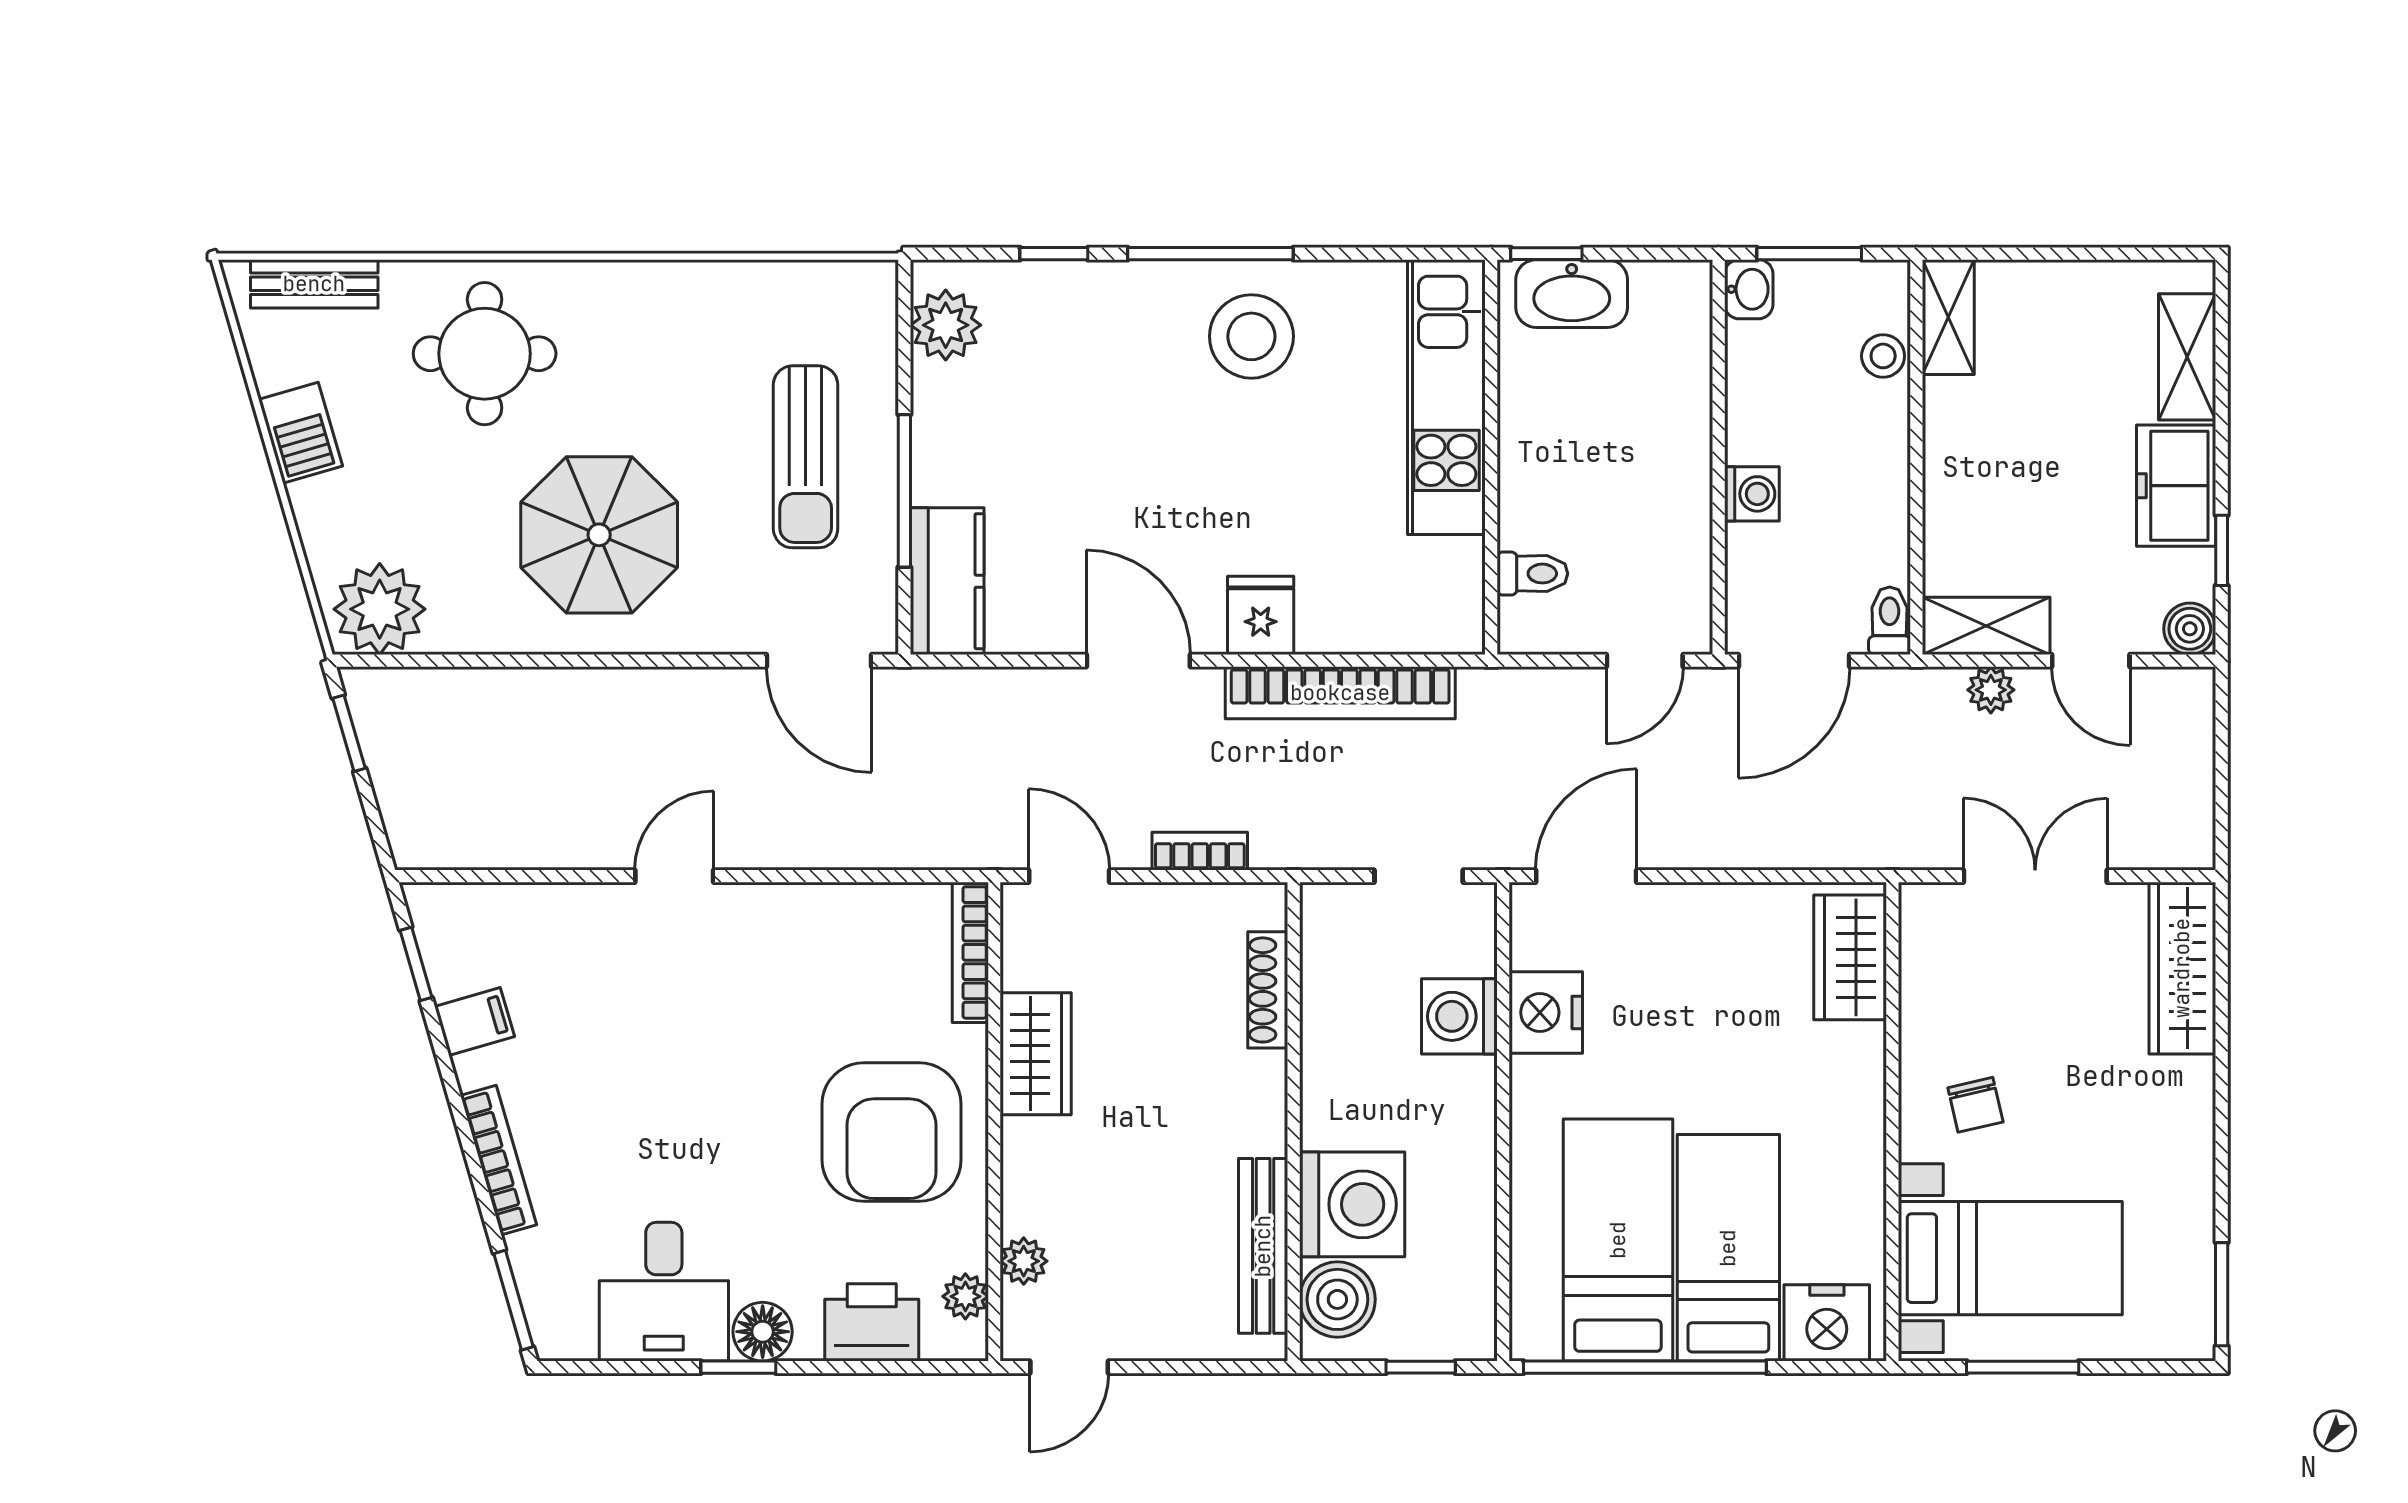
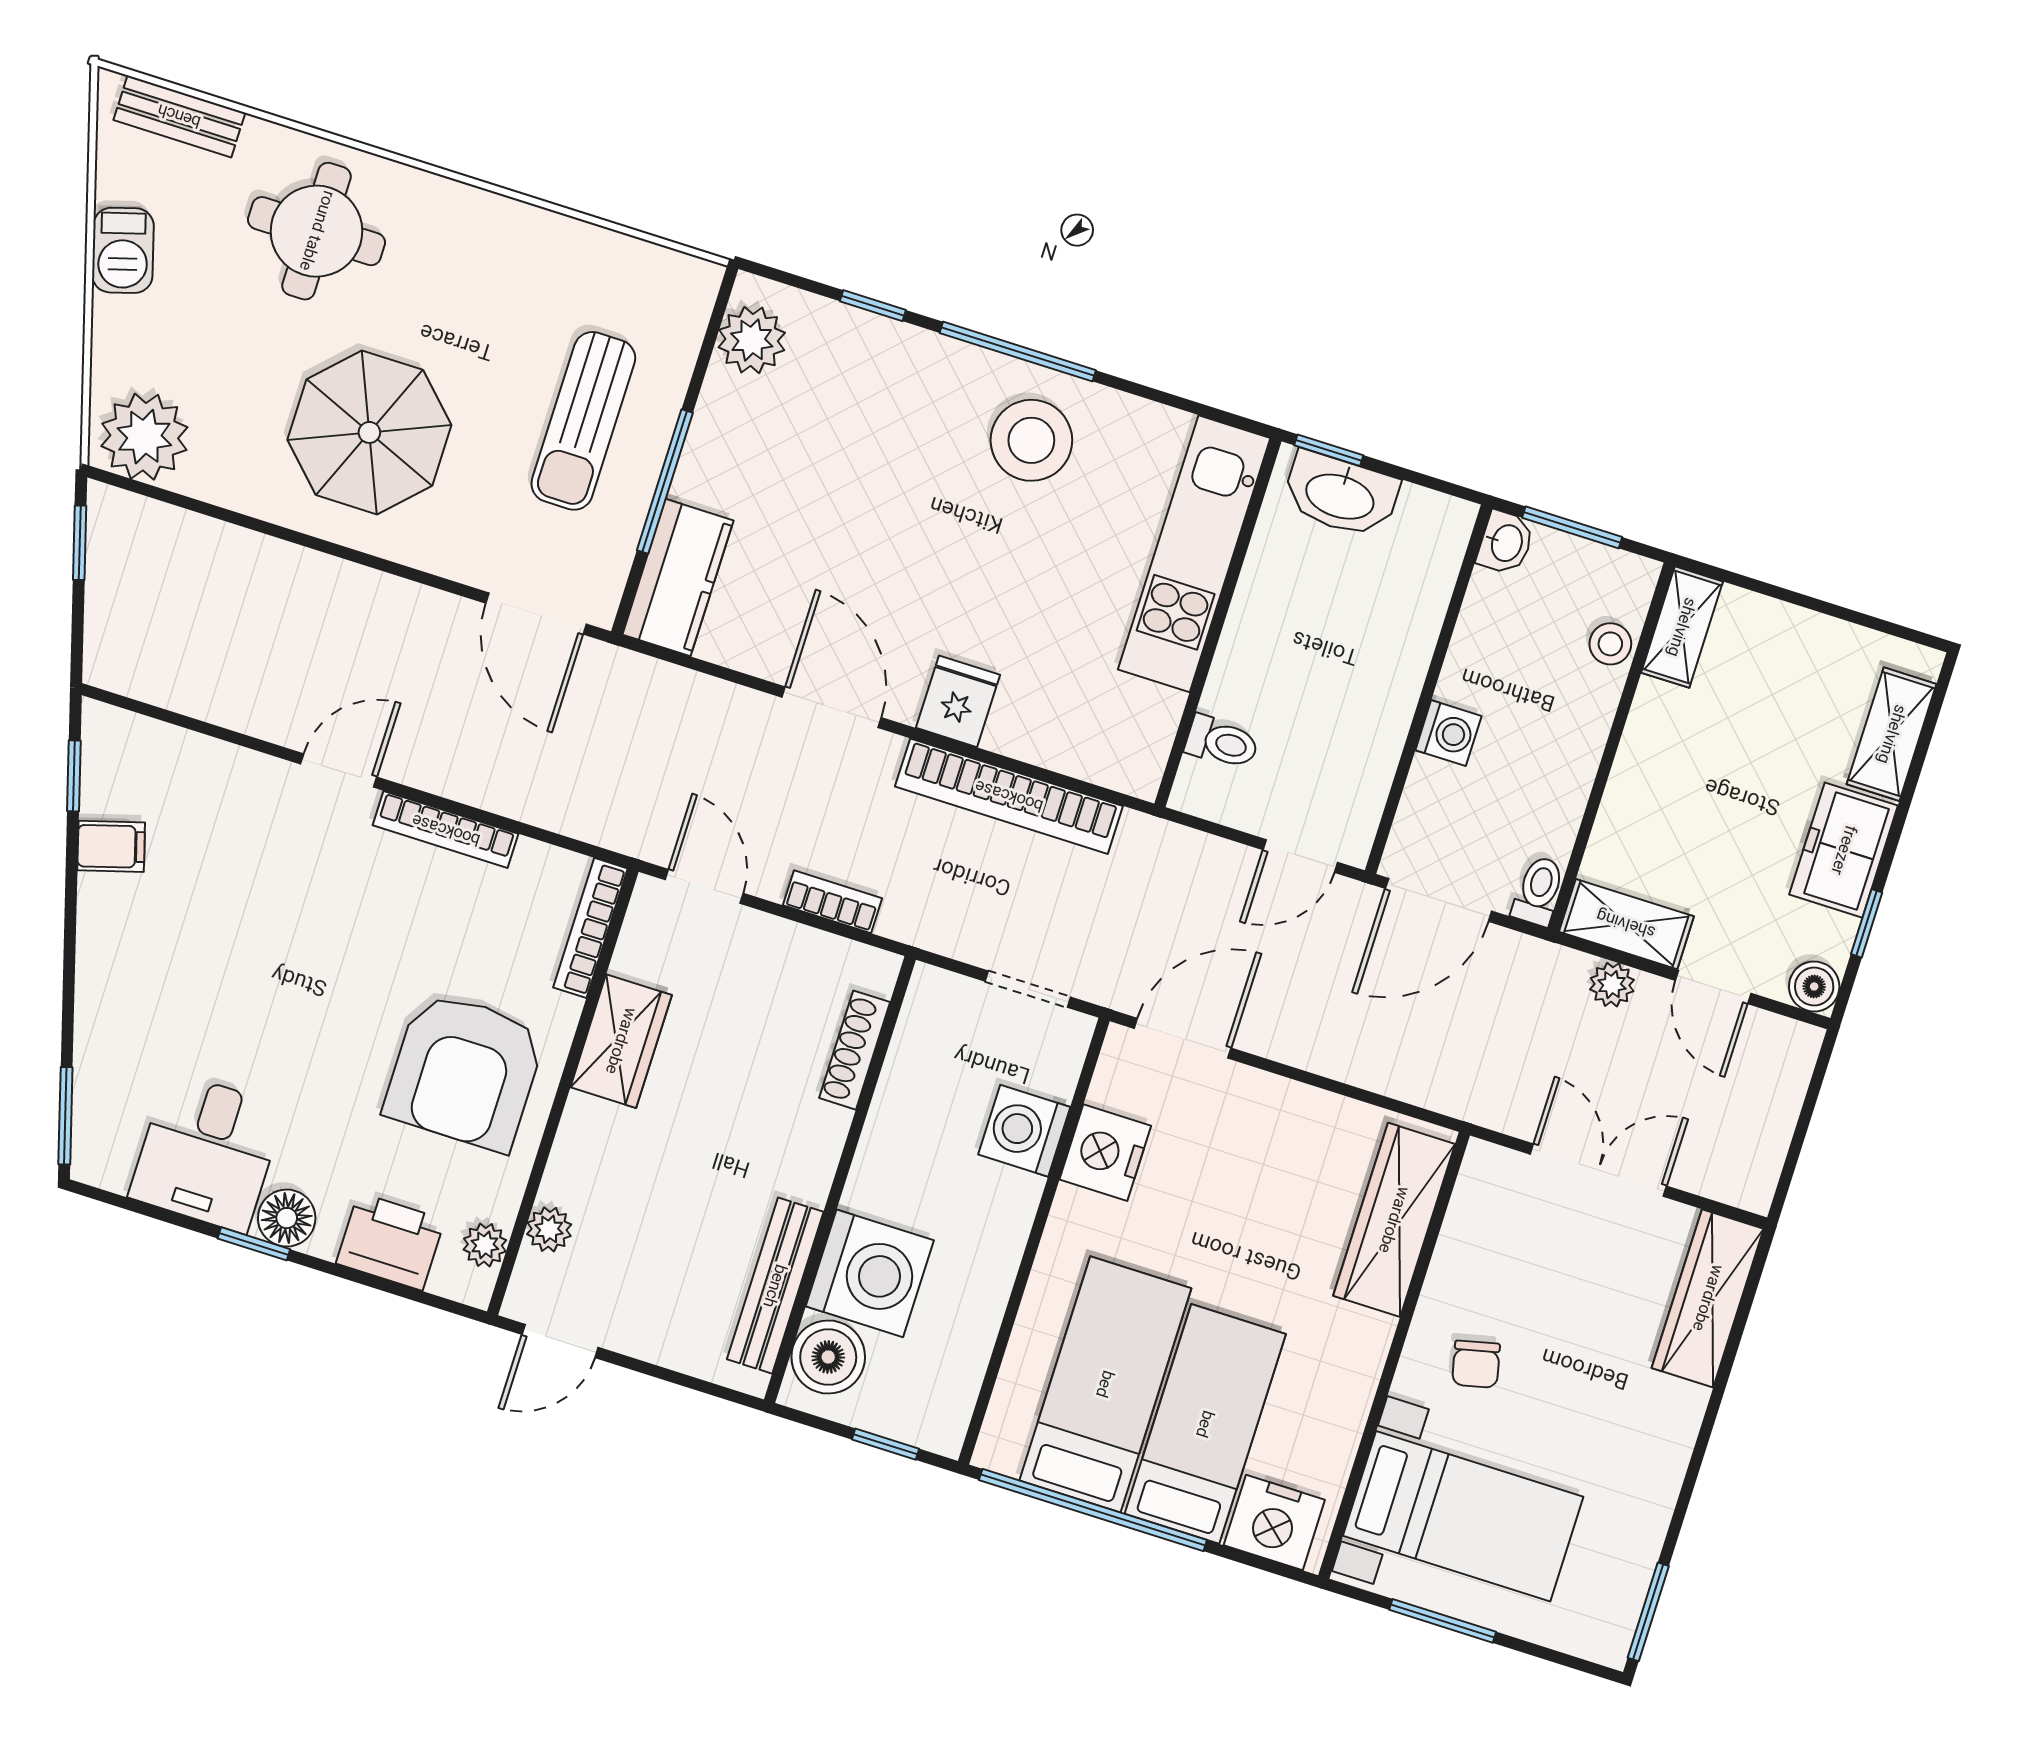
wardrobe: (1850, 957) -> (1394, 1220), width x1.50
bookcase: (499, 1160) -> (446, 830), moved, turned 106

